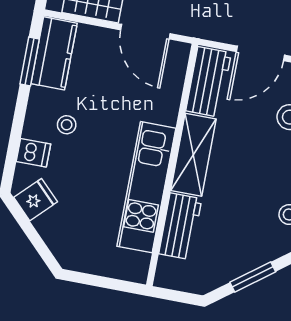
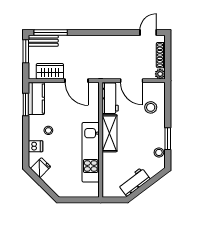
door: (260, 53) -> (132, 81), hinge flipped
workbench: (180, 226) -> (134, 182), moved, turned -127
window: (253, 277) -> (148, 184), removed

